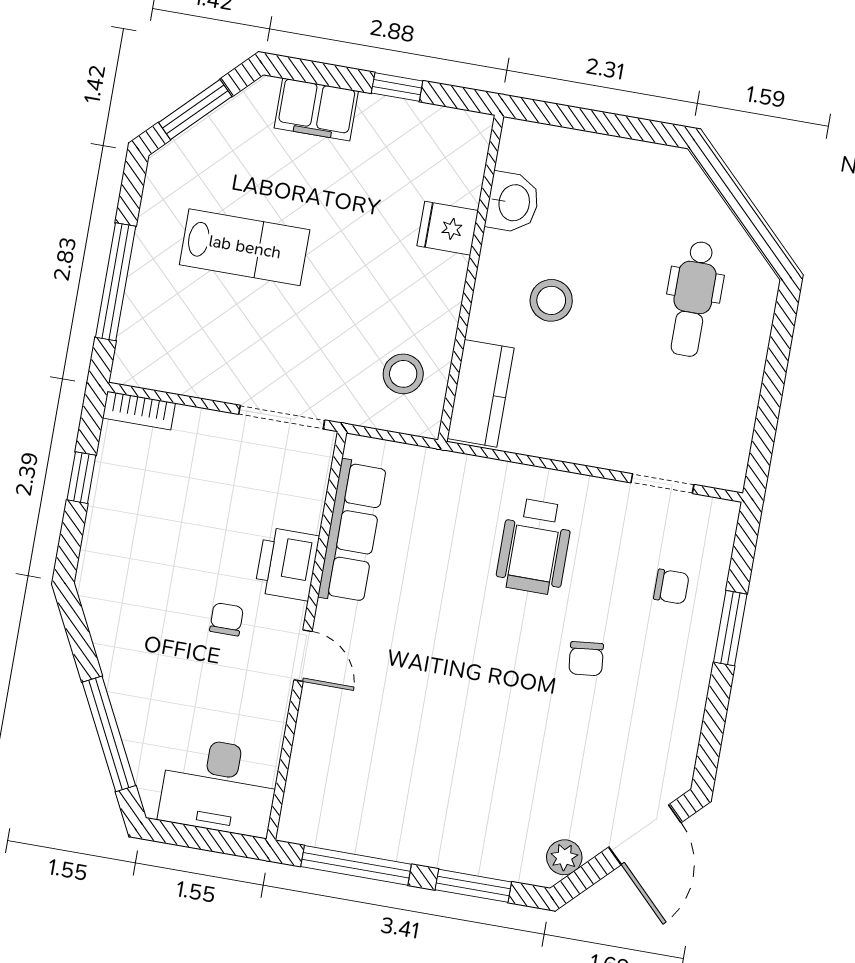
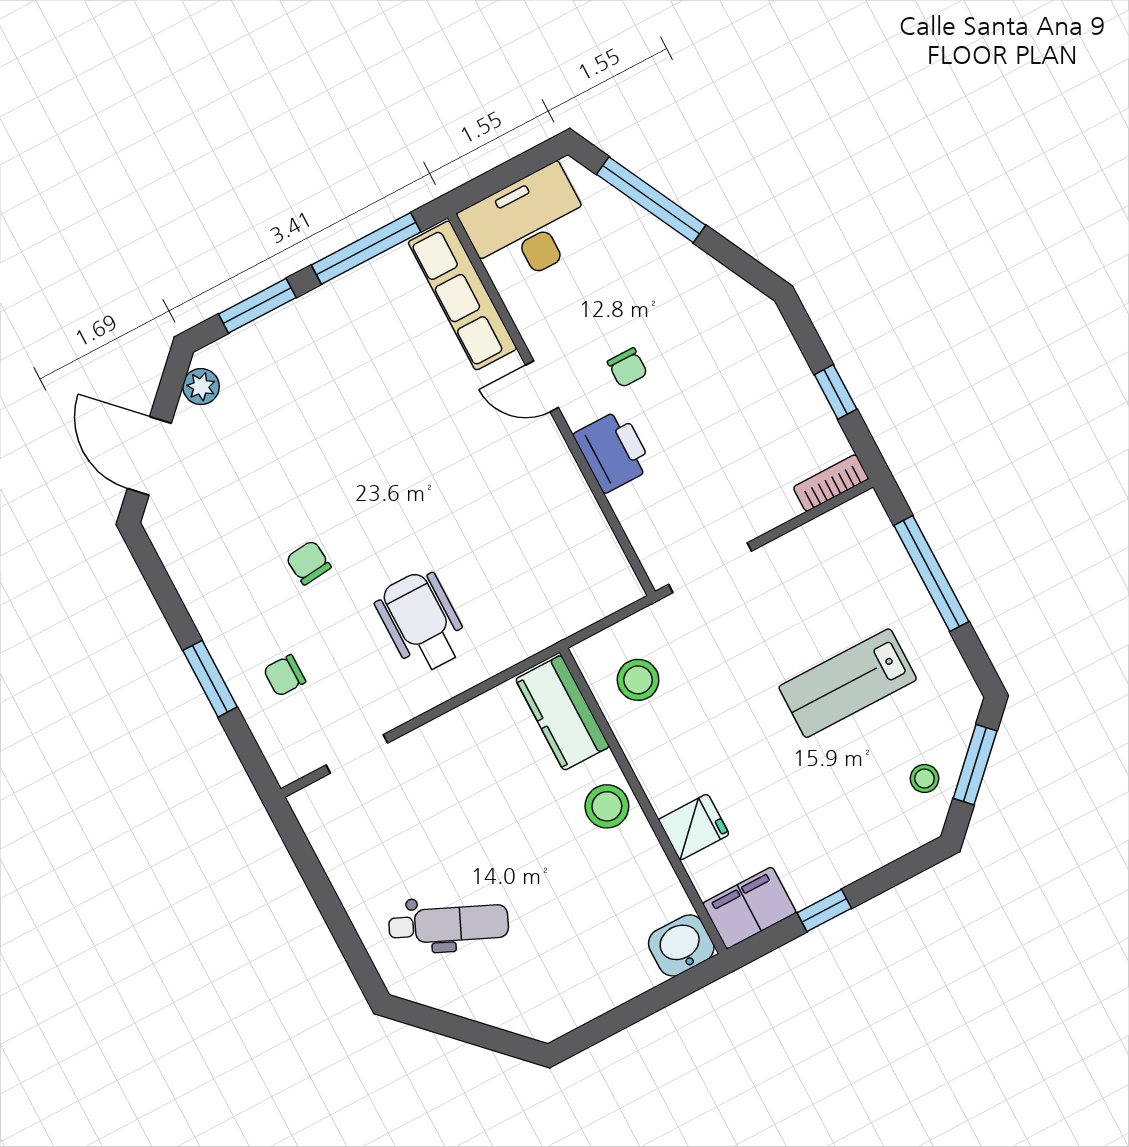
filing cabinet: (316, 109) -> (749, 908), moved
stool: (242, 129) -> (925, 779), added
washbasin: (513, 203) -> (681, 945), moved, turned 90
dental chair: (693, 299) -> (449, 924), turned 114
stool: (551, 300) -> (607, 806), moved
row of seats: (352, 531) -> (462, 295), moved

